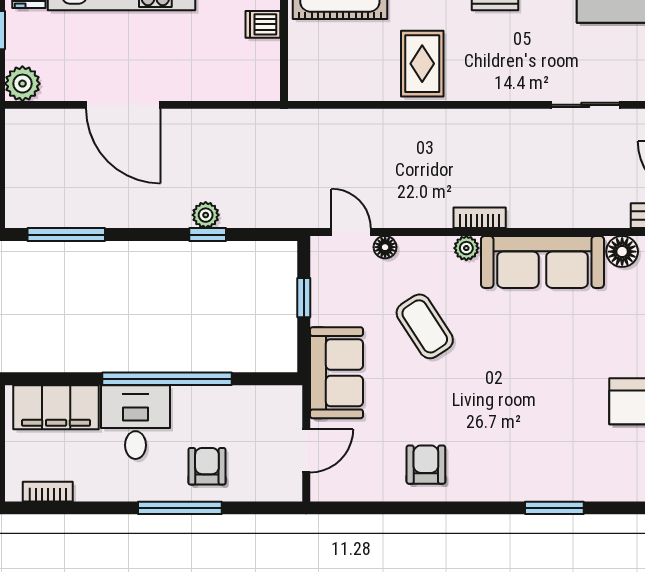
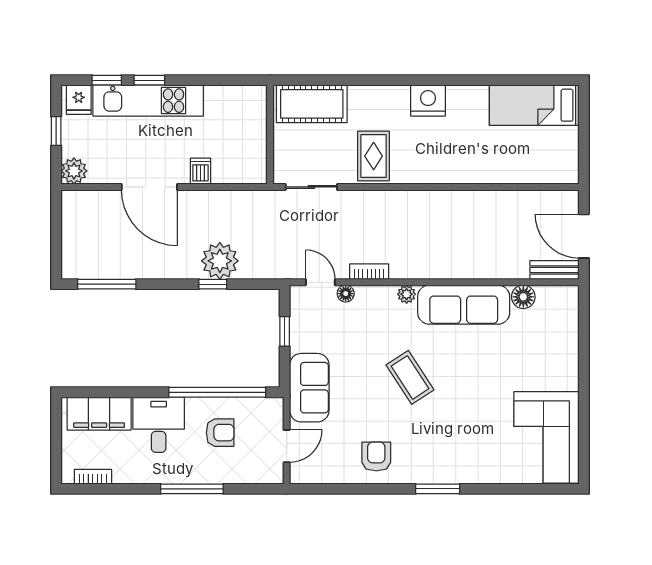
dishwasher: (263, 24) -> (200, 171), moved, turned 90
sliding door: (585, 105) -> (311, 187), moved
plant: (206, 215) -> (220, 261), width x1.88, depth x1.88
bookcase: (480, 218) -> (369, 272), moved
coffee table: (425, 326) -> (410, 377), moved
window: (167, 379) -> (217, 392), moved
armchair: (207, 466) -> (220, 433), moved, turned 90
window: (554, 508) -> (438, 489), moved

